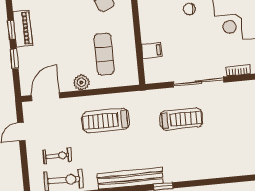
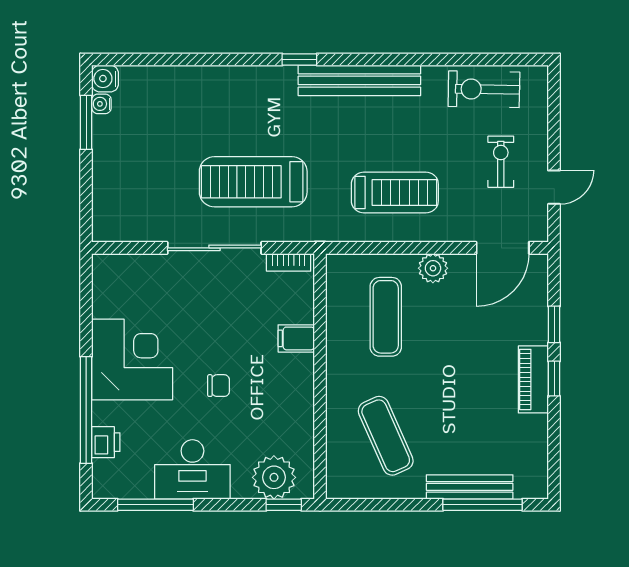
filing cabinet: (152, 50) -> (296, 338), moved
bookcase: (238, 70) -> (289, 262), moved
treadmill: (181, 119) -> (253, 182), width x1.37, depth x1.38
exercise bike: (57, 156) -> (501, 162), moved, turned 90

